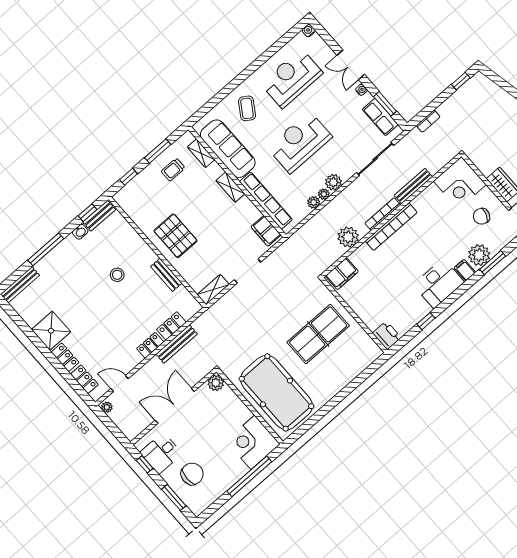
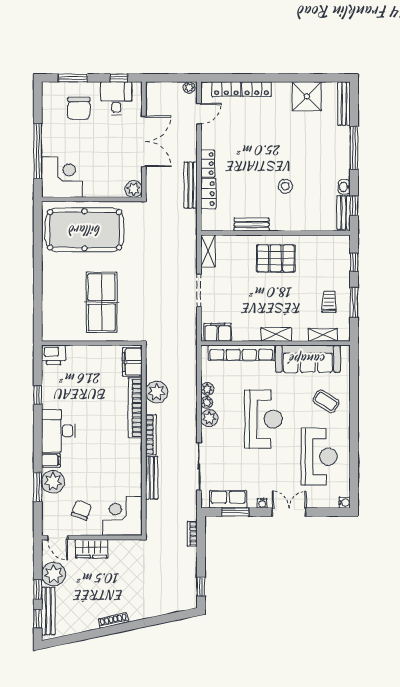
bookcase: (391, 227) -> (135, 408), moved
shower: (51, 331) -> (307, 96), moved

